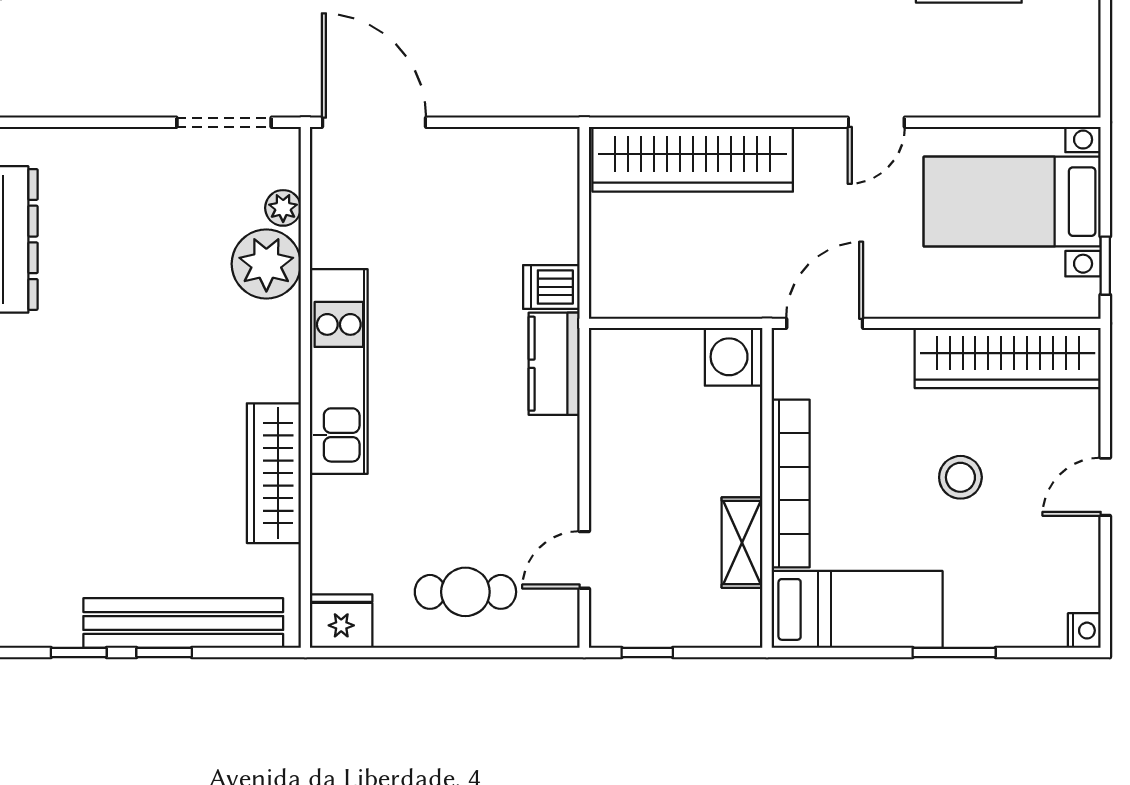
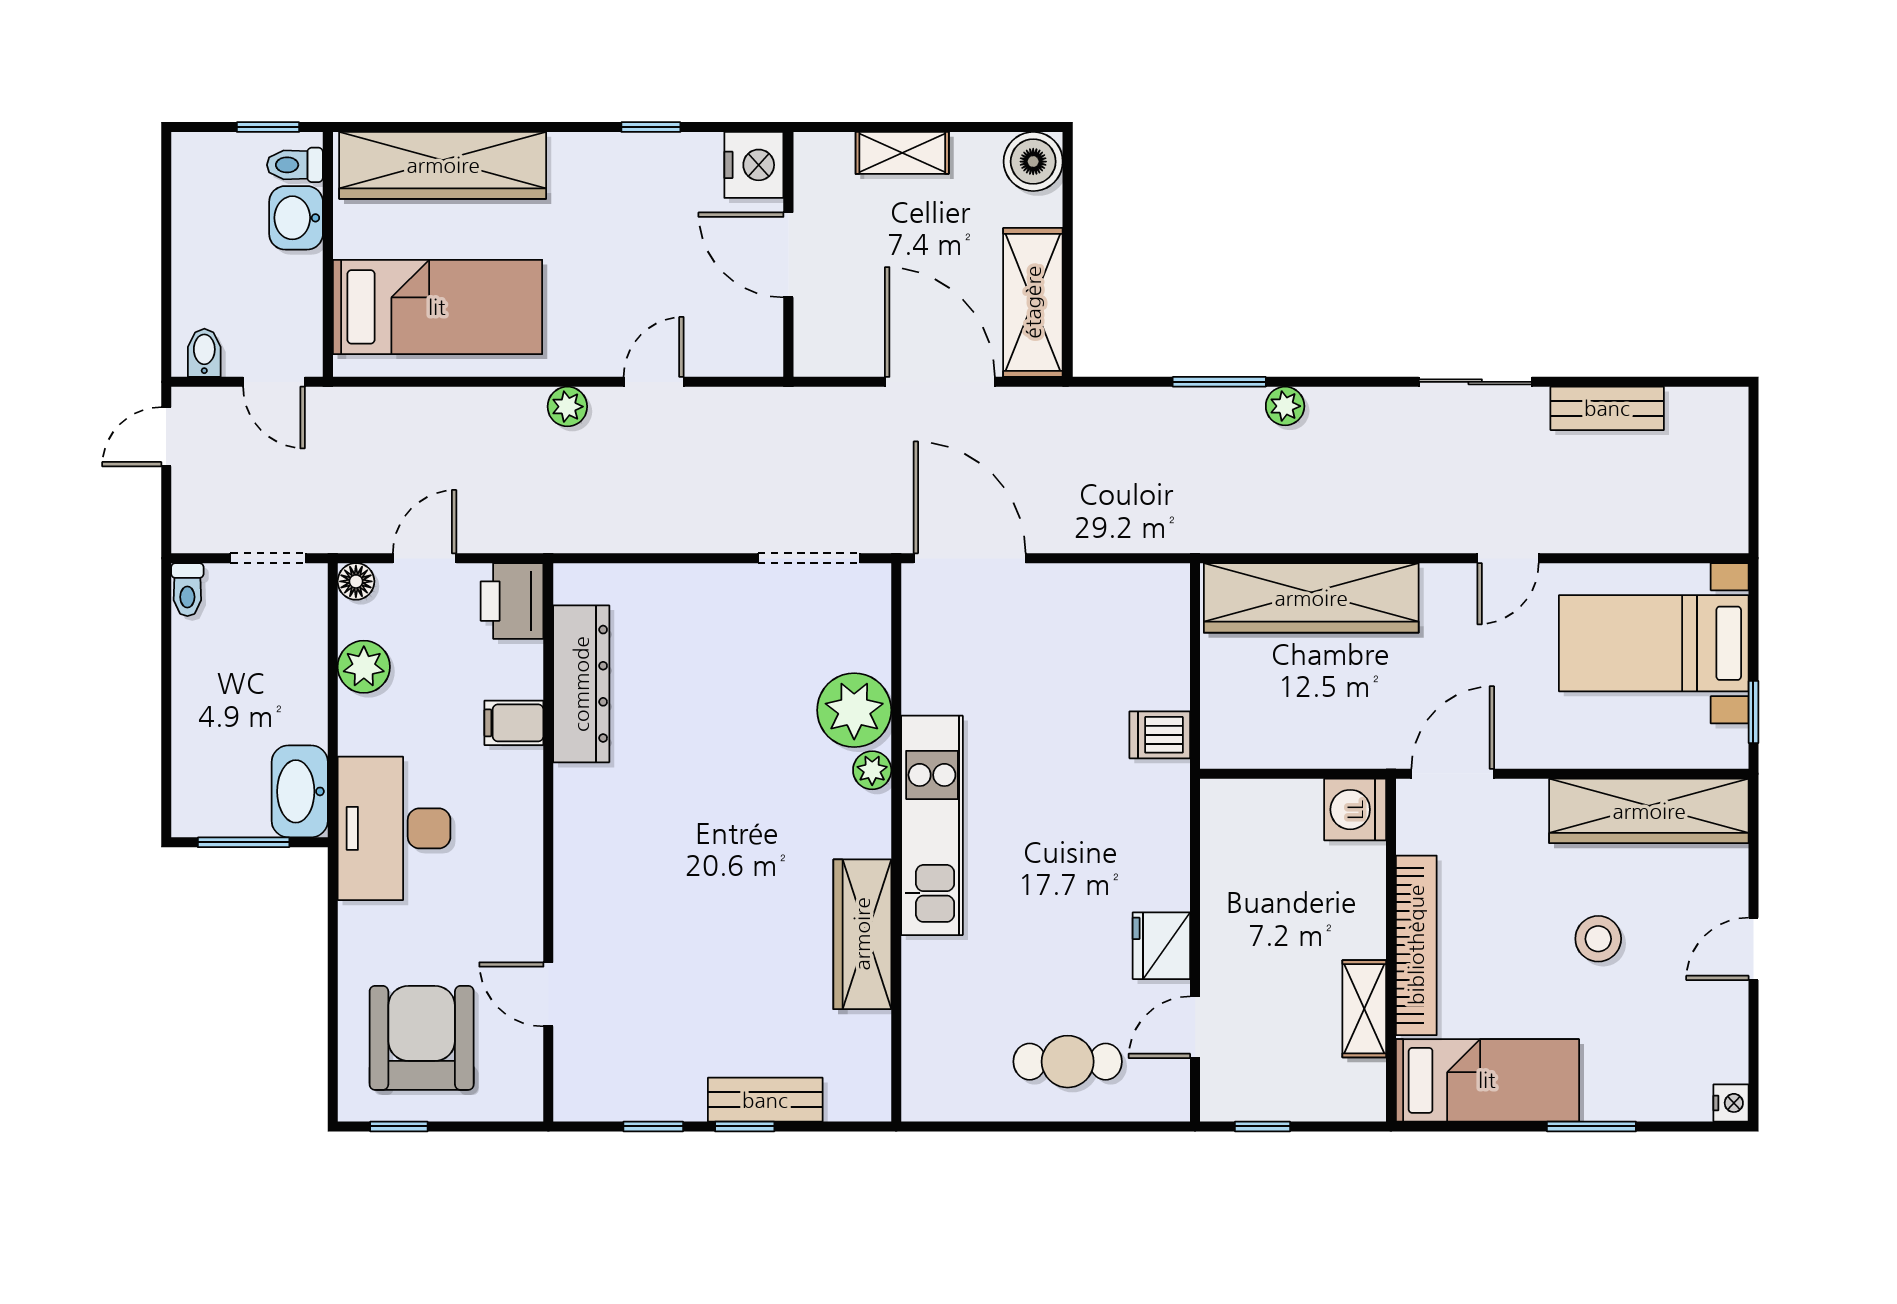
plant: (283, 208) -> (872, 770), moved
kitchen counter: (554, 364) -> (1163, 817), removed
fridge: (341, 621) -> (1161, 946), moved, turned -90
bench: (183, 623) -> (765, 1100), width x0.54, depth x0.82

